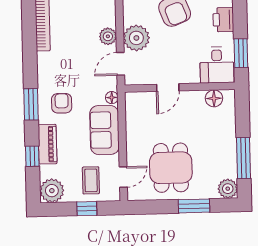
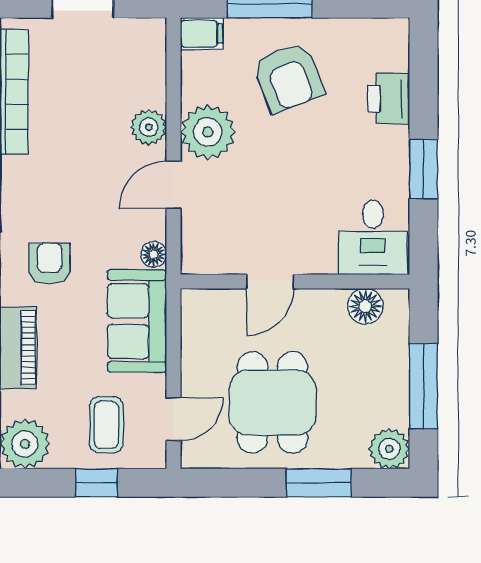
desk: (217, 65) -> (373, 237), moved
wall: (180, 87) -> (295, 282), moved
door: (168, 88) -> (270, 282), moved
floor lamp: (214, 98) -> (365, 306), moved

